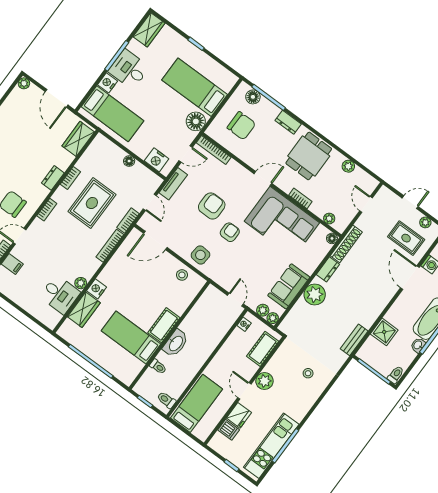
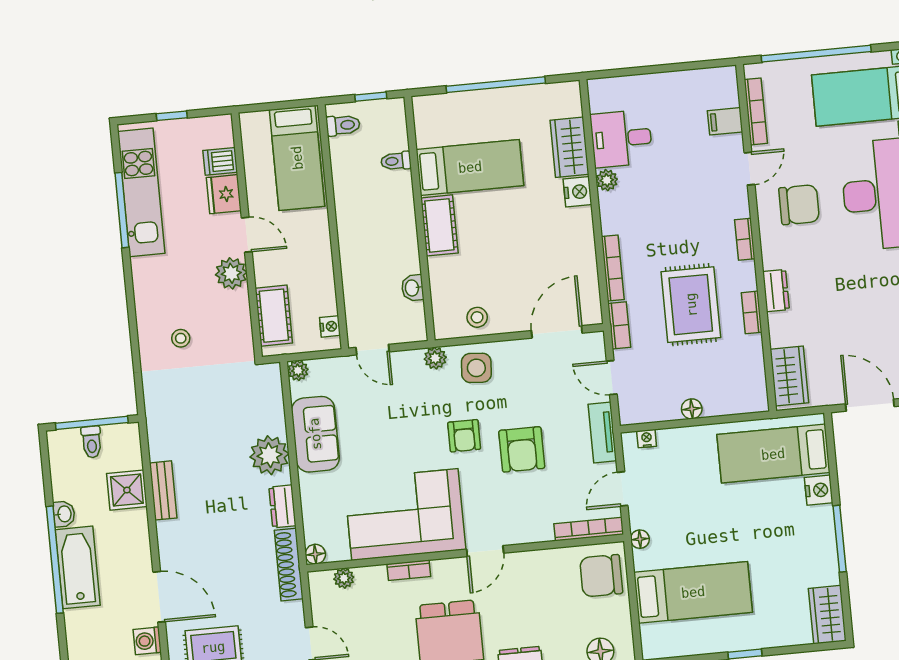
desk: (129, 69) -> (806, 535), removed
floor lamp: (196, 121) -> (640, 539), width x0.53, depth x0.53
chair: (241, 126) -> (601, 576), moved
nightstand: (157, 160) -> (647, 439), width x0.53, depth x0.56
plant: (263, 310) -> (435, 358), moved
bench: (354, 340) -> (163, 490), moved
washbasin: (176, 343) -> (413, 288), moved, width x0.52, depth x0.69
toilet: (396, 375) -> (92, 442), moved

